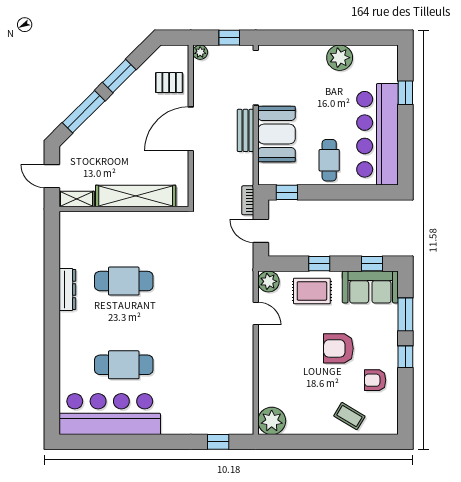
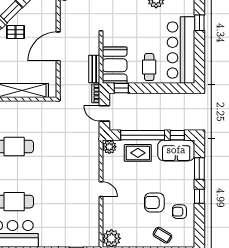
pallet: (169, 83) -> (16, 32), moved
bench: (246, 130) -> (94, 69), moved
booth: (277, 134) -> (115, 65), moved
window: (319, 264) -> (143, 135), width x3.17
door: (256, 314) -> (101, 189), moved
armchair: (338, 348) -> (154, 202), moved

